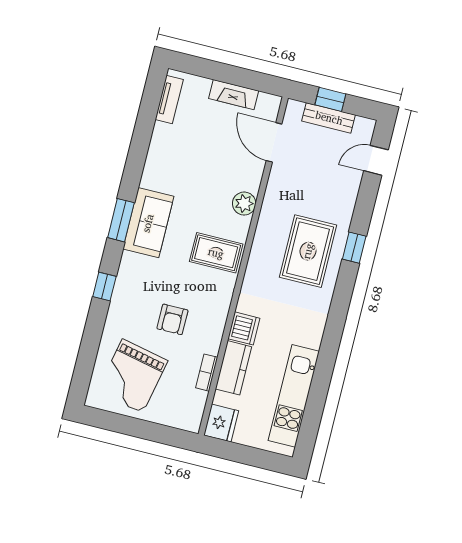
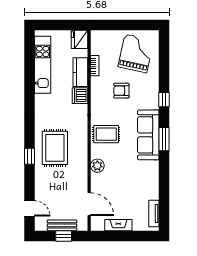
door: (376, 160) -> (29, 208), hinge flipped
sofa: (148, 223) -> (148, 135), width x1.36
armchair: (172, 319) -> (121, 91), turned -90

